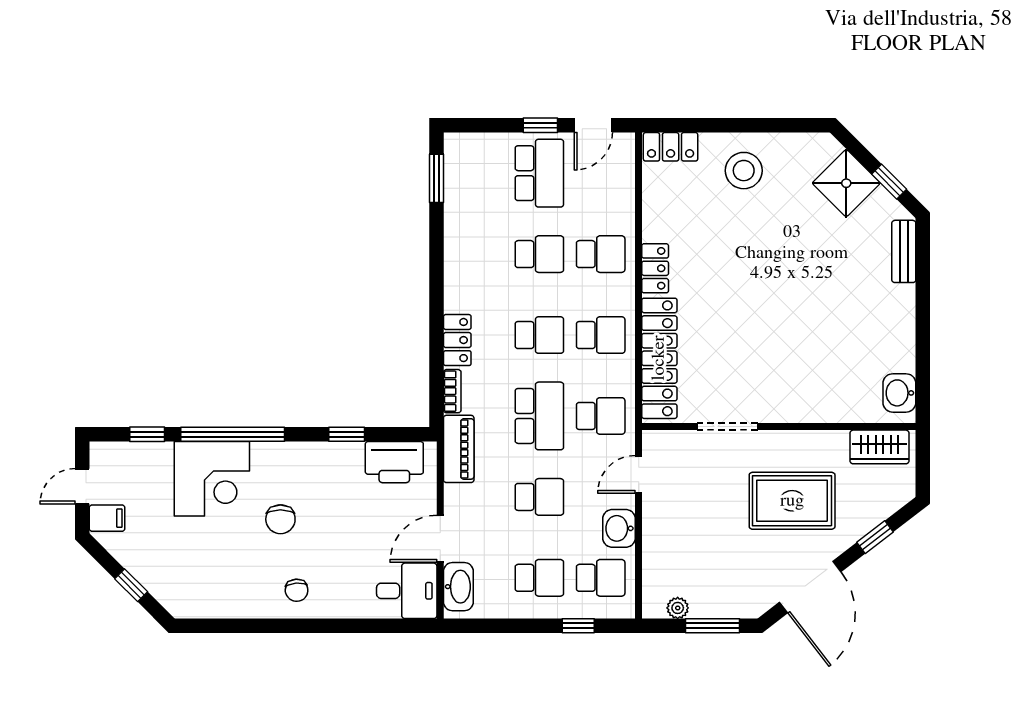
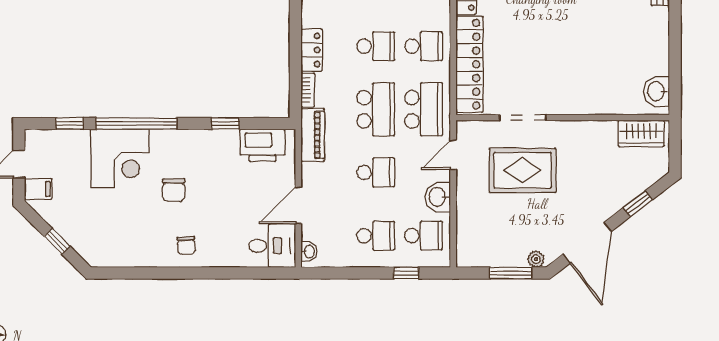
school desk: (601, 416) -> (424, 109), width x1.85
rug: (792, 501) -> (523, 170), moved
washbasin: (458, 587) -> (309, 252), width x0.52, depth x0.69
plant: (678, 608) -> (536, 259), moved

